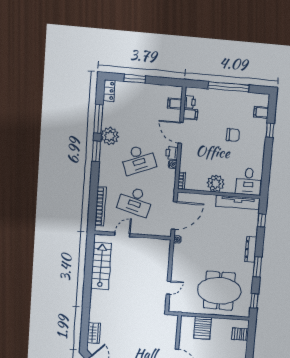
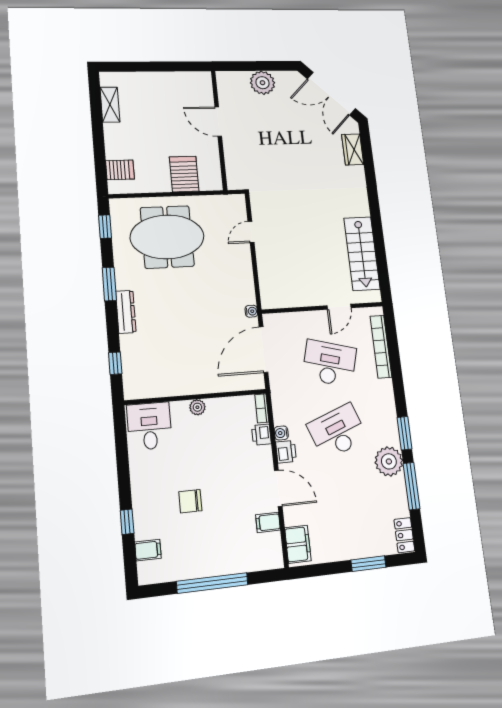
printer: (190, 102) -> (261, 435), moved
filing cabinet: (175, 104) -> (298, 544), width x2.00
plant: (216, 183) -> (197, 407), width x0.53, depth x0.53
tv unit: (238, 202) -> (162, 388), removed

